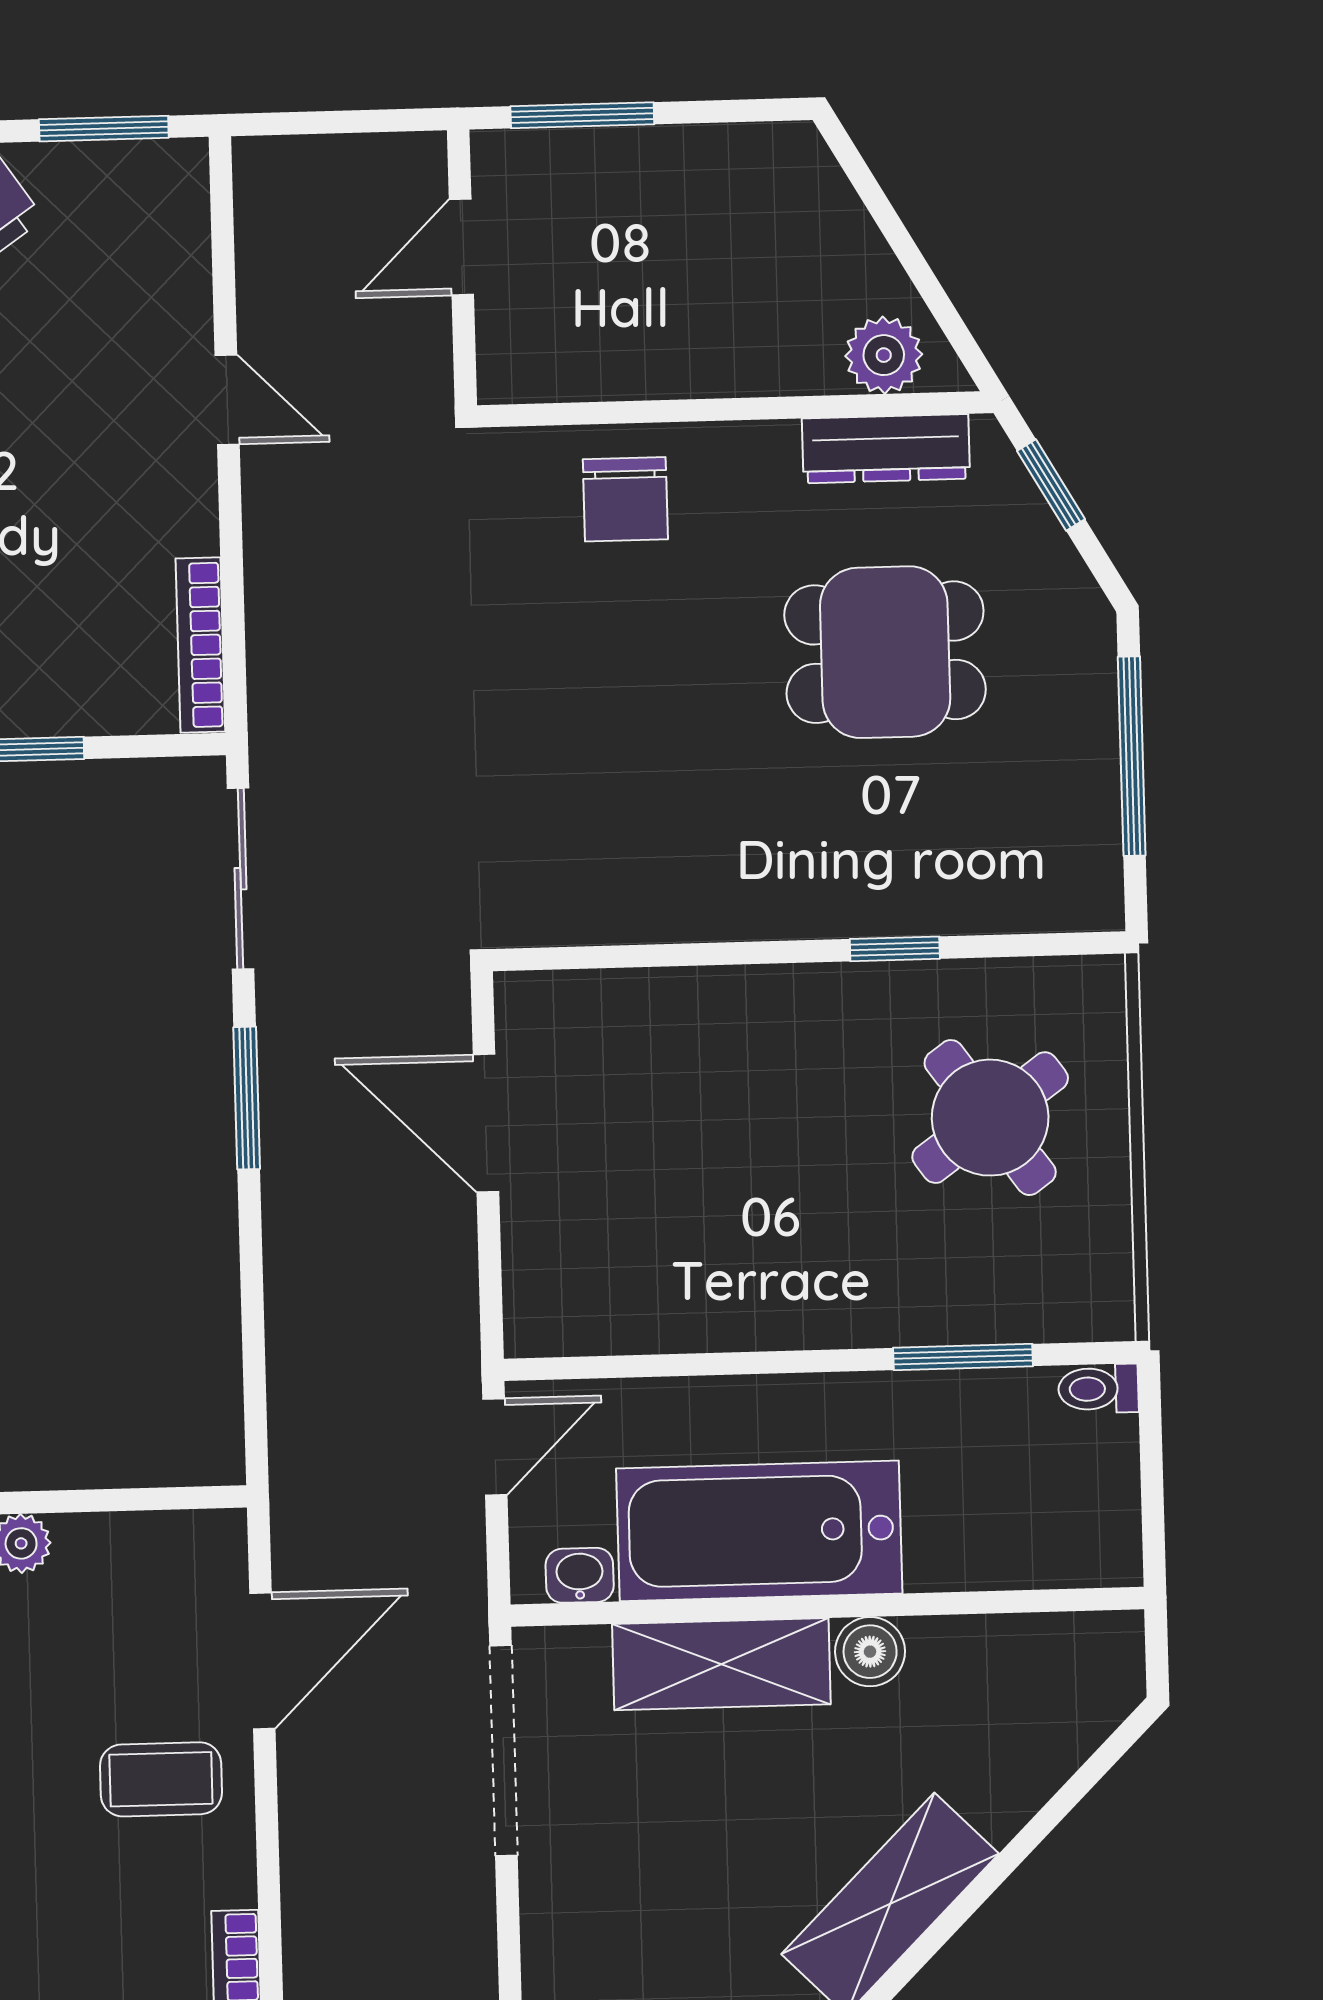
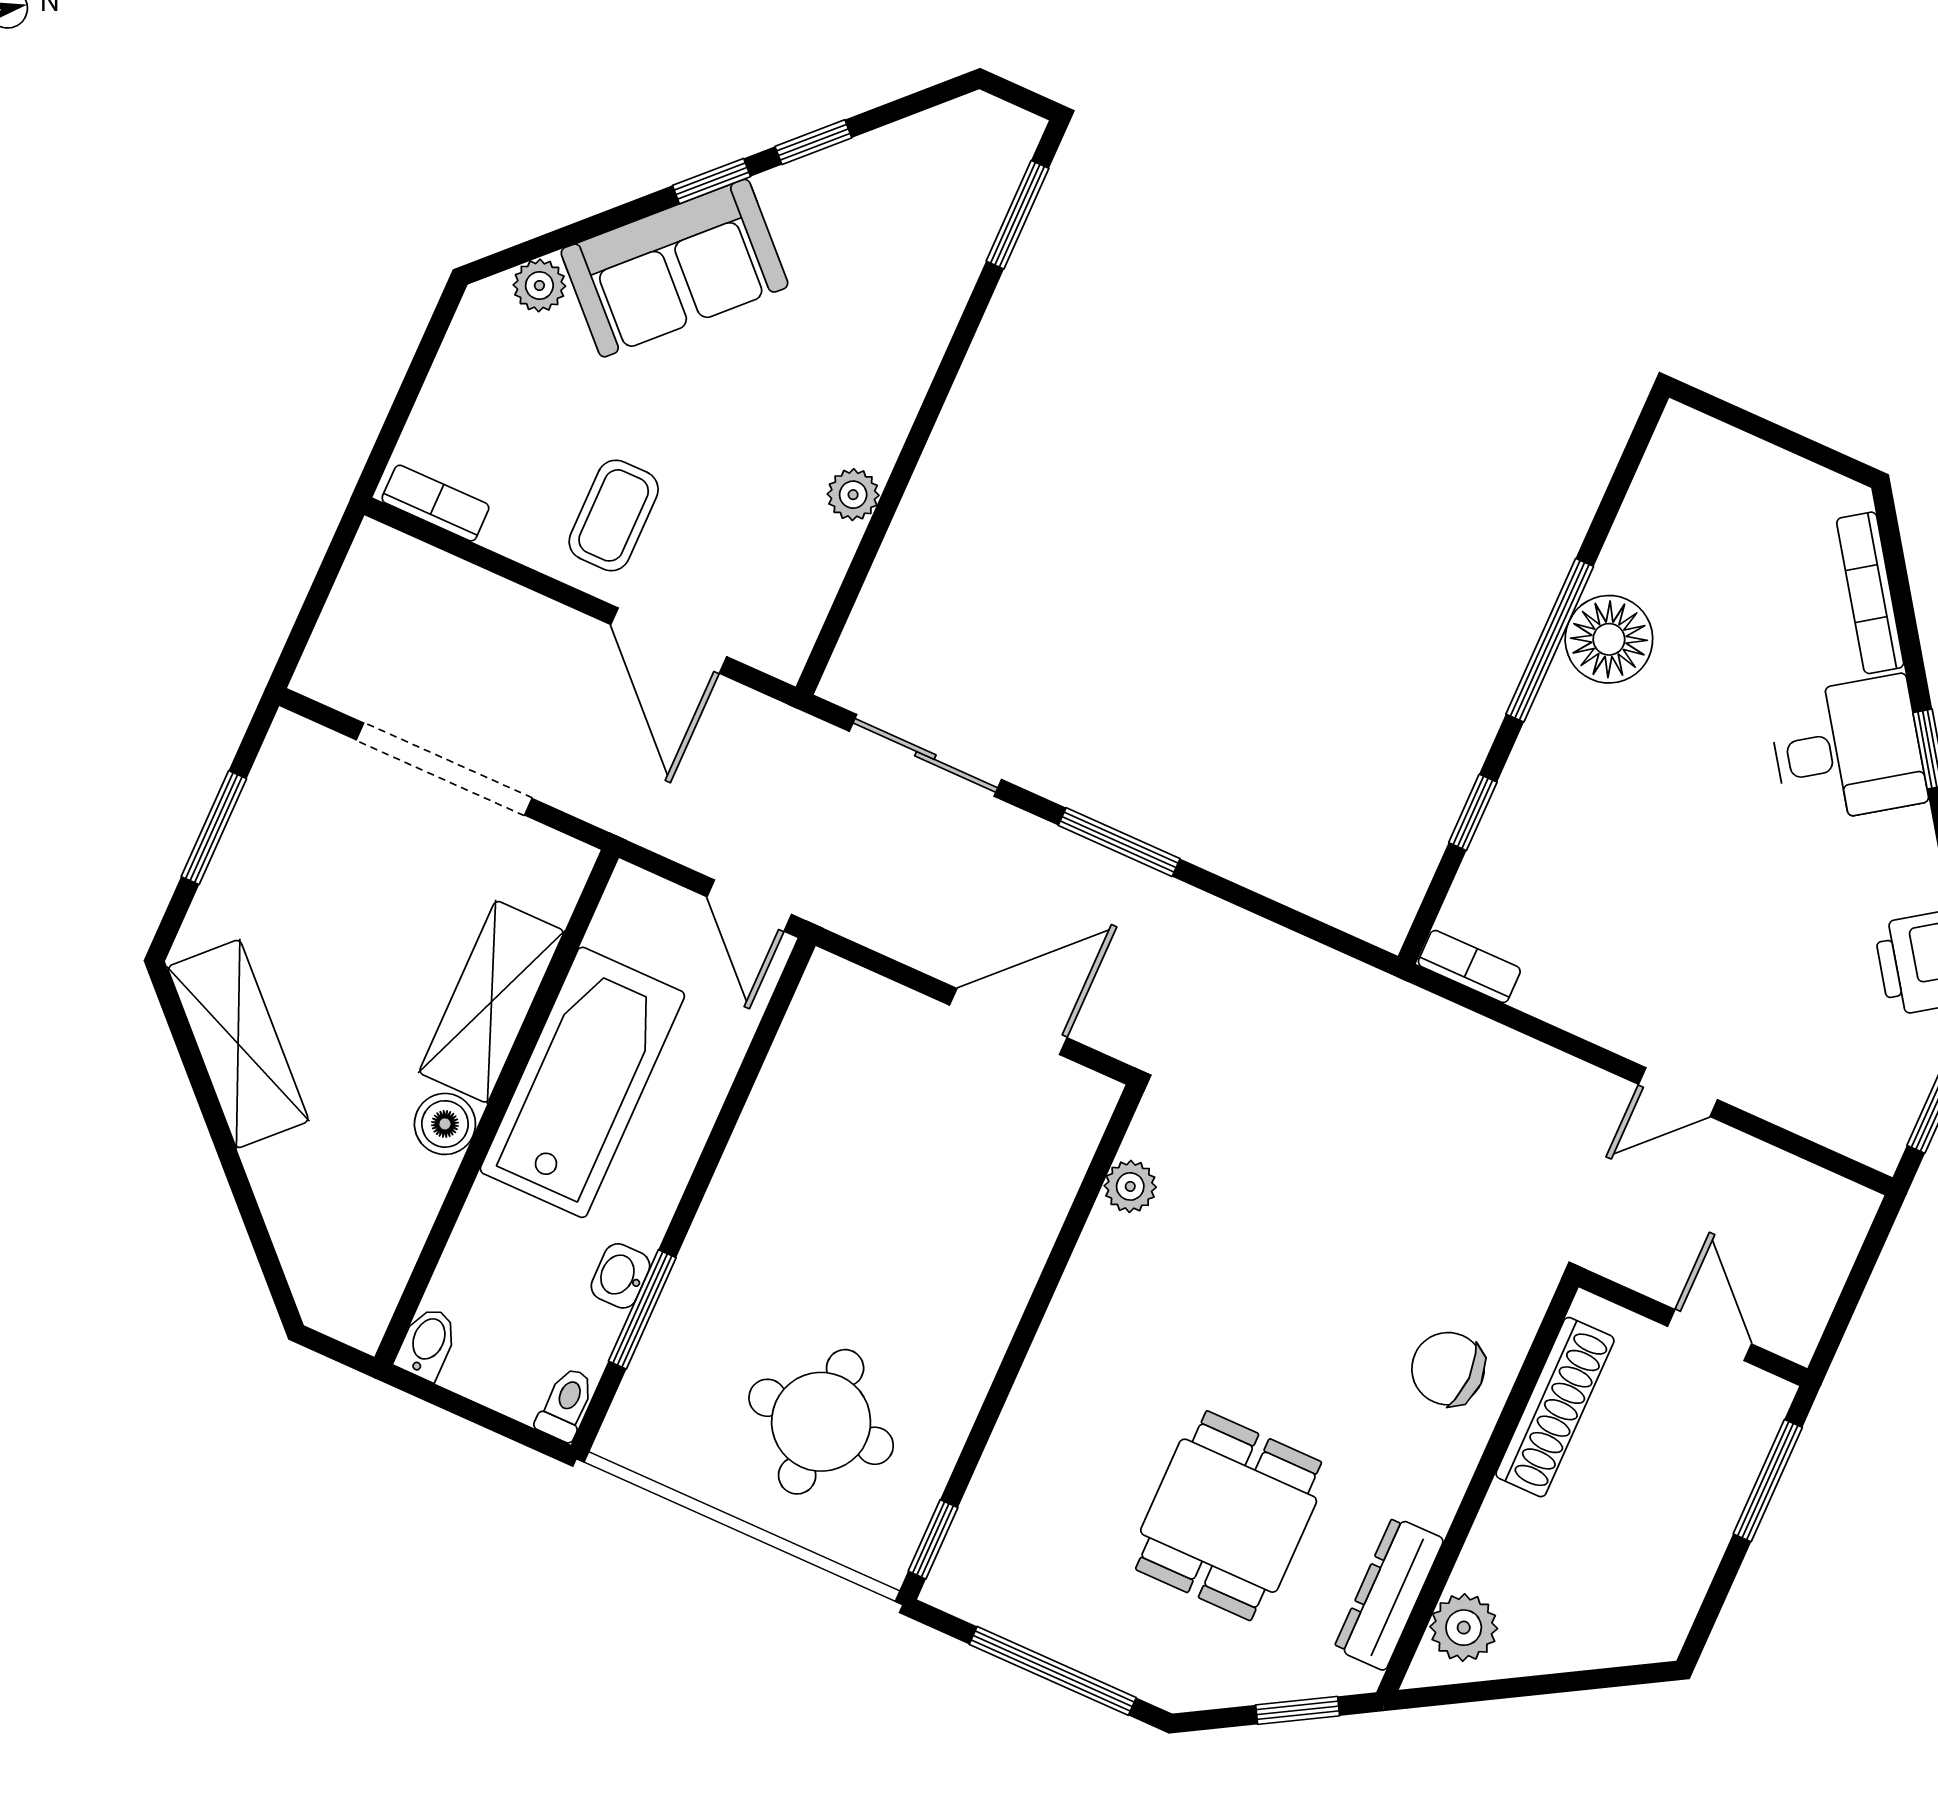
shoe rack: (612, 370) -> (1555, 1407), added
bookcase: (200, 645) -> (1469, 967), width x0.64
sliding door: (241, 879) -> (925, 755), moved
plant: (595, 916) -> (1130, 1186), added
window: (895, 949) -> (933, 1539), moved
round table: (990, 1118) -> (821, 1422), turned 36
bidet: (1104, 1562) -> (427, 1343), added
washbasin: (580, 1575) -> (620, 1276), moved, turned 180
doorway: (503, 1751) -> (444, 769), moved

